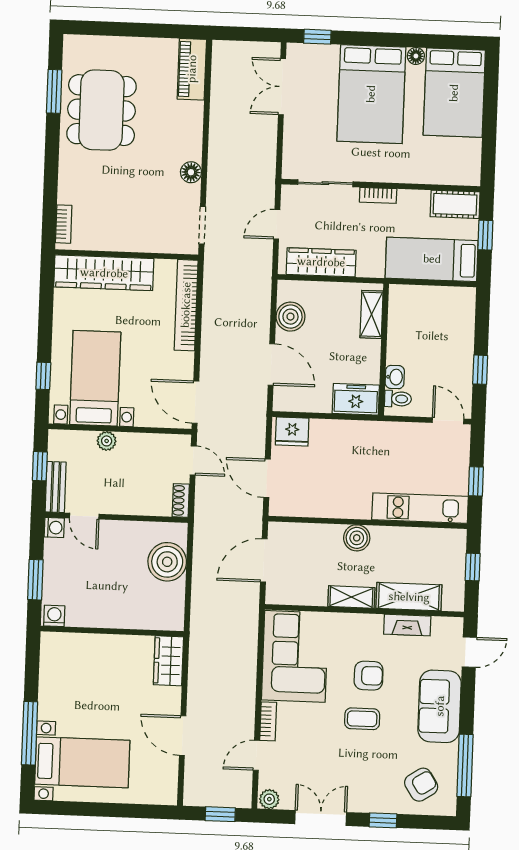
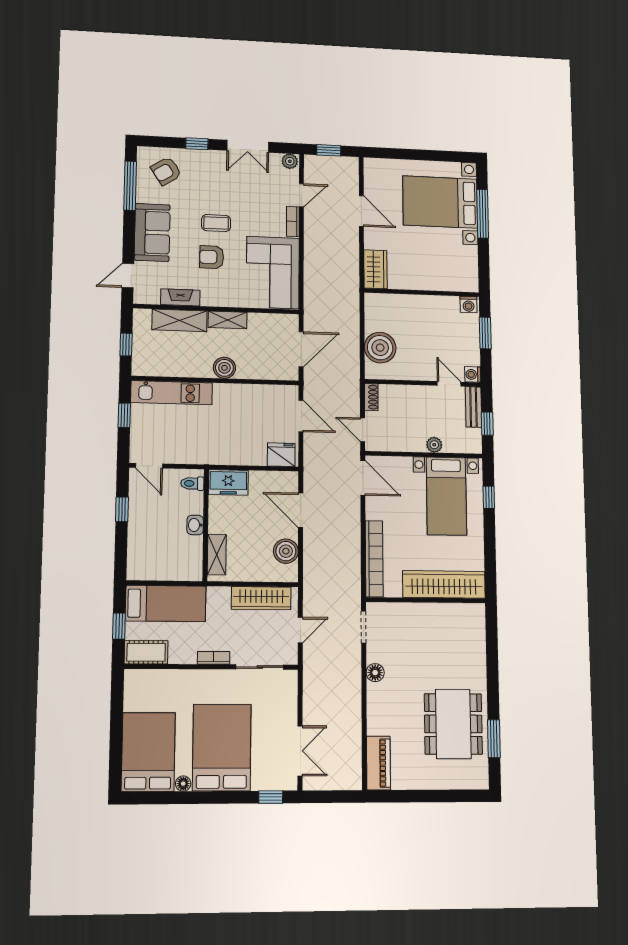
bookcase: (64, 224) -> (479, 625), removed
washbasin: (395, 377) -> (195, 525), moved
bed with nightstands: (82, 762) -> (440, 202), width x1.36

